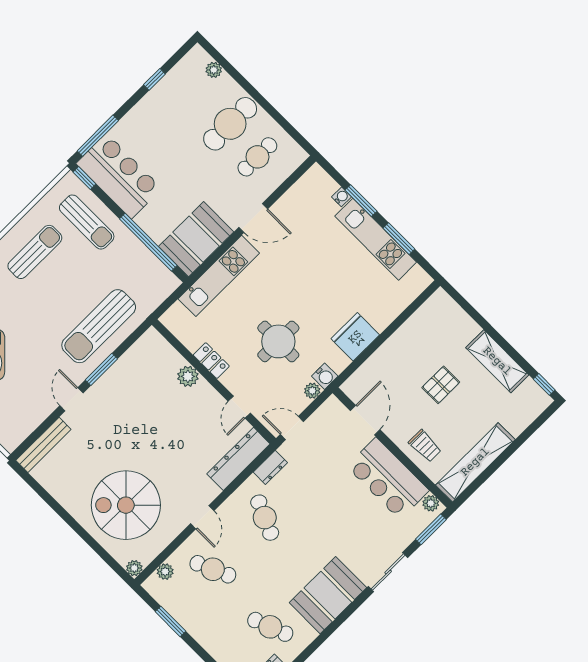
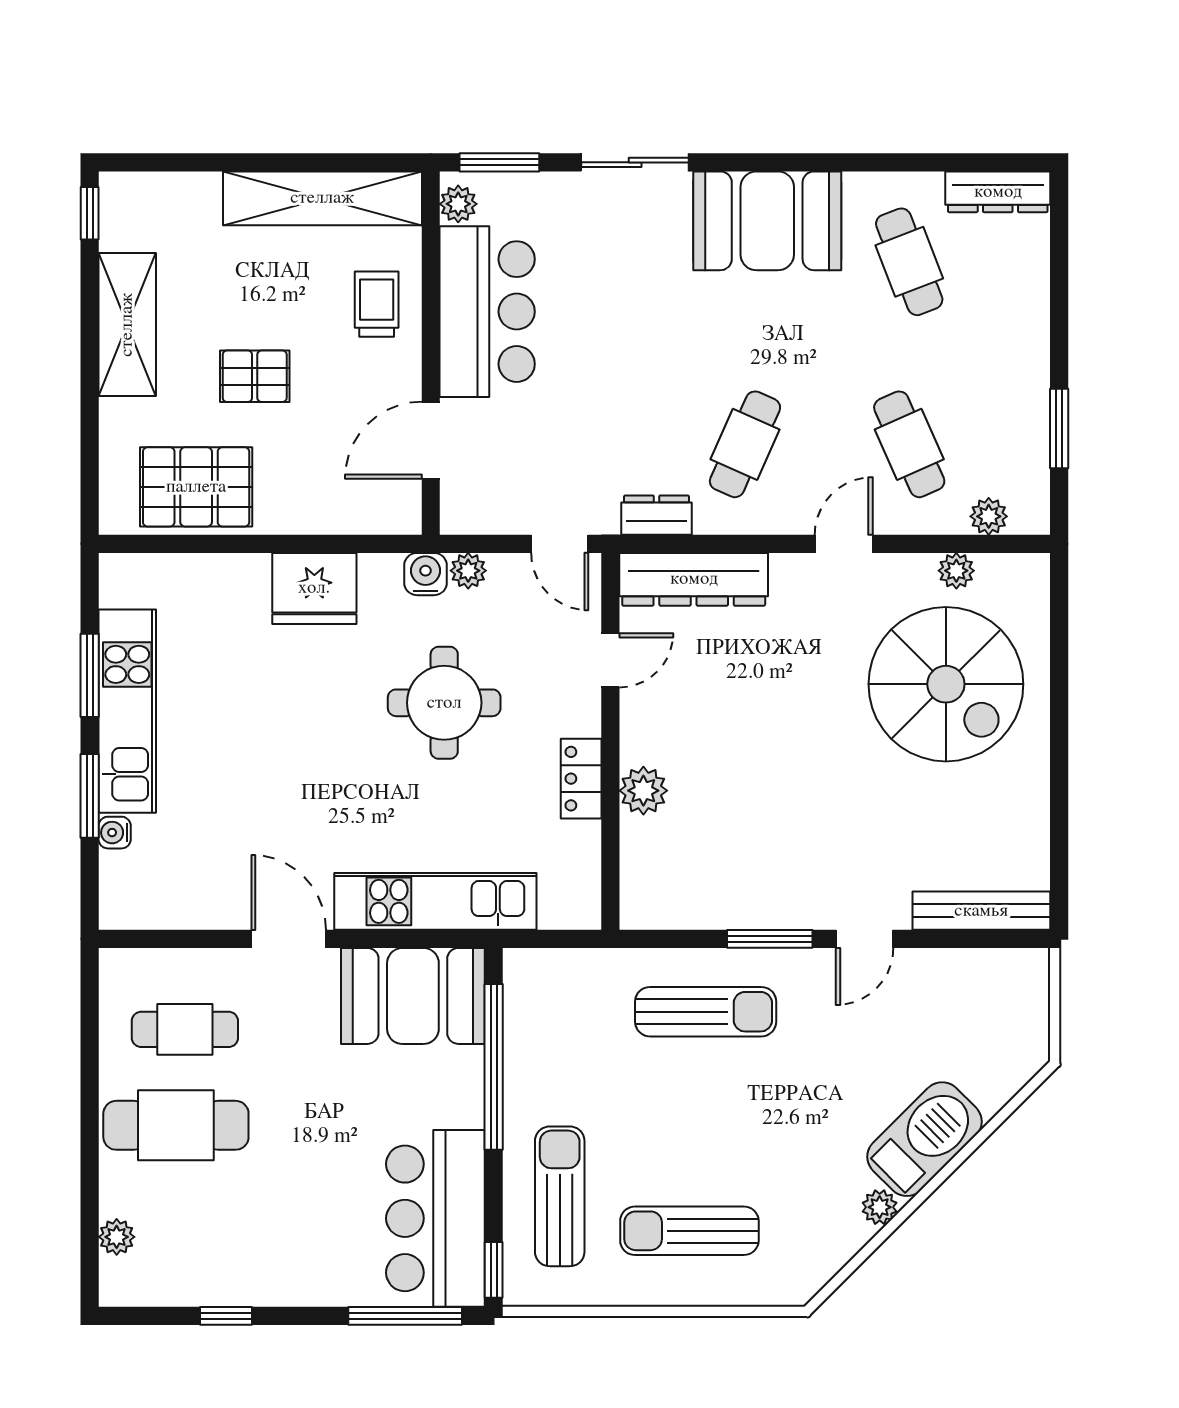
sun lounger: (99, 326) -> (706, 1012), width x0.73, depth x0.75
pallet: (425, 332) -> (196, 487), added
plant: (134, 568) -> (956, 571), moved

